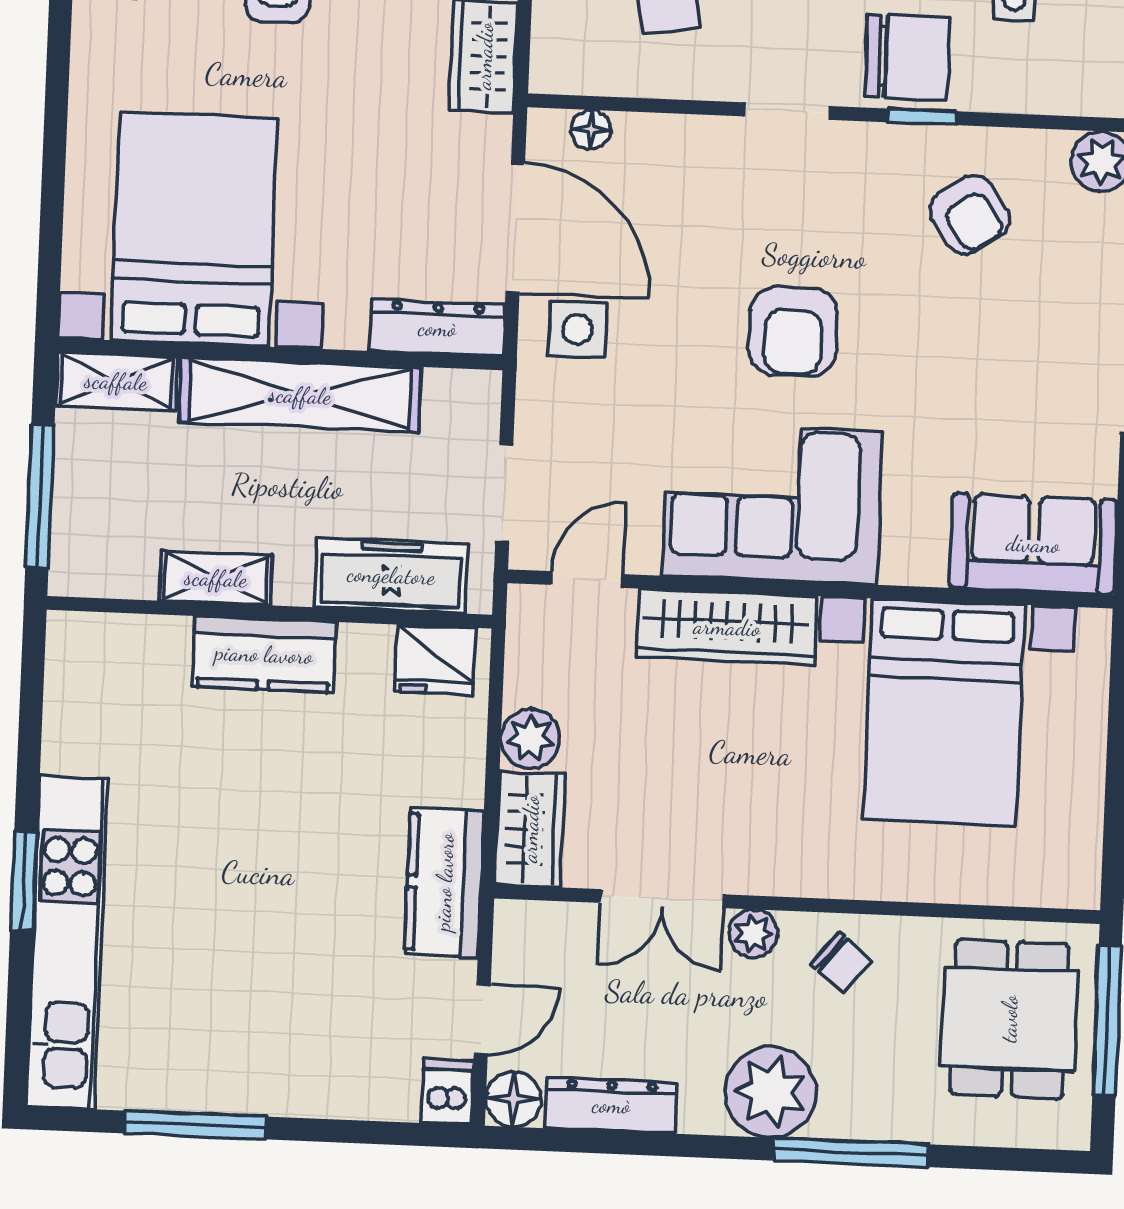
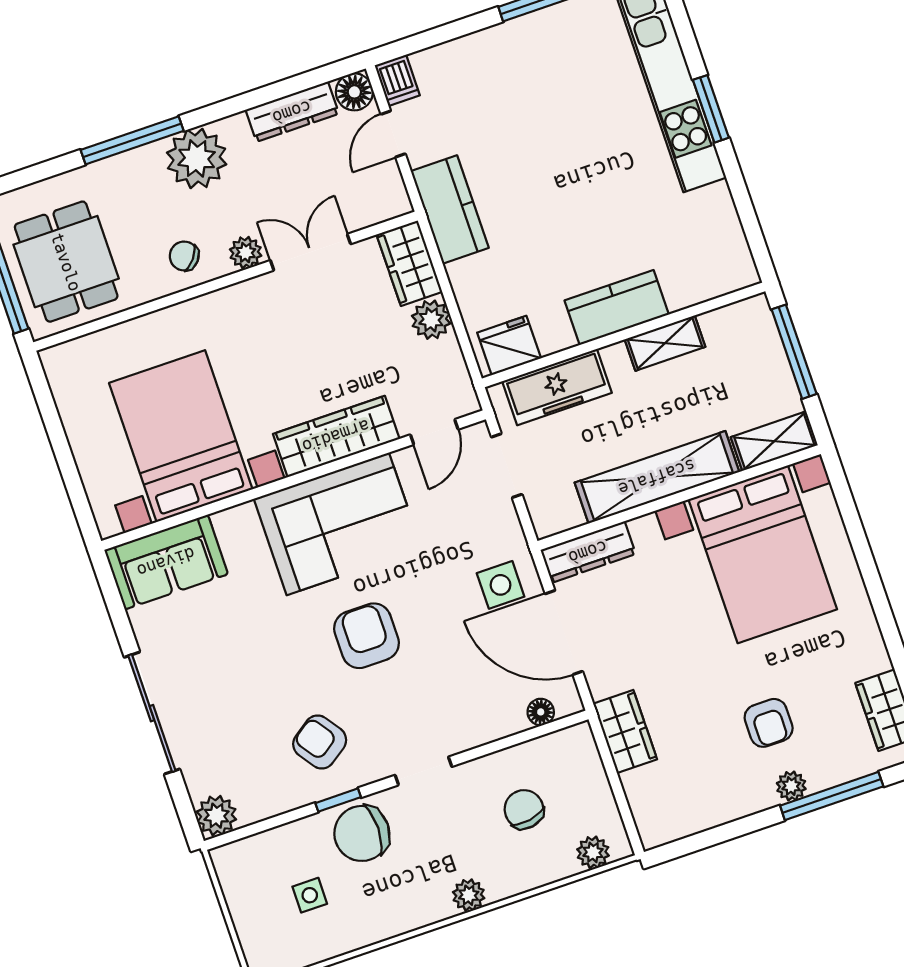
armchair: (970, 215) -> (320, 742), moved

